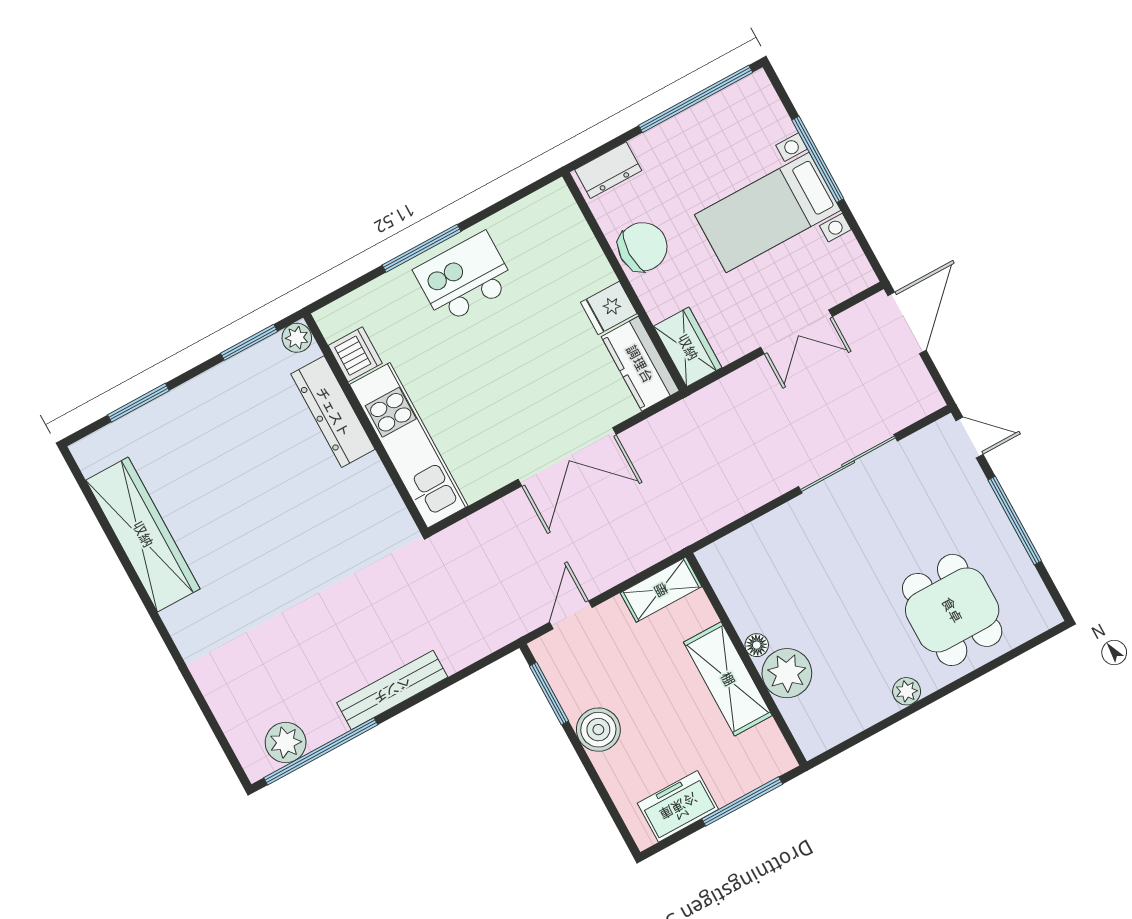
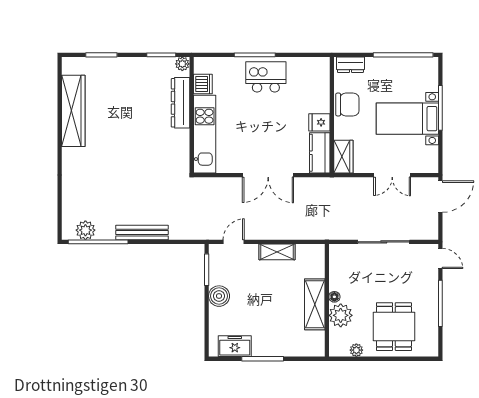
floor lamp: (757, 645) -> (334, 297), moved
wall: (746, 659) -> (327, 300), moved
plant: (787, 673) -> (341, 315), moved
shelving: (728, 679) -> (315, 304), moved

